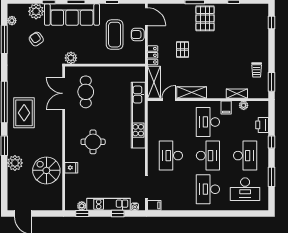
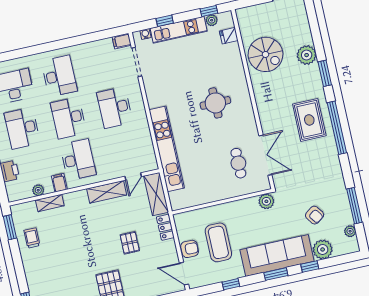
cafe table: (86, 92) -> (238, 163), width x0.73, depth x0.74
desk: (171, 156) -> (115, 108), turned 180
fridge: (71, 168) -> (229, 36), moved

